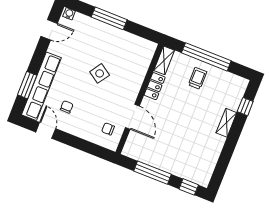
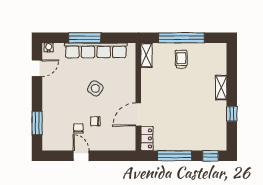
row of seats: (41, 86) -> (96, 50), moved, turned 90
locker: (155, 86) -> (147, 138), moved
window: (245, 107) -> (232, 114), moved
door: (132, 117) -> (138, 114), swing flipped
chair: (108, 129) -> (95, 121), moved
door: (46, 130) -> (81, 156), moved

